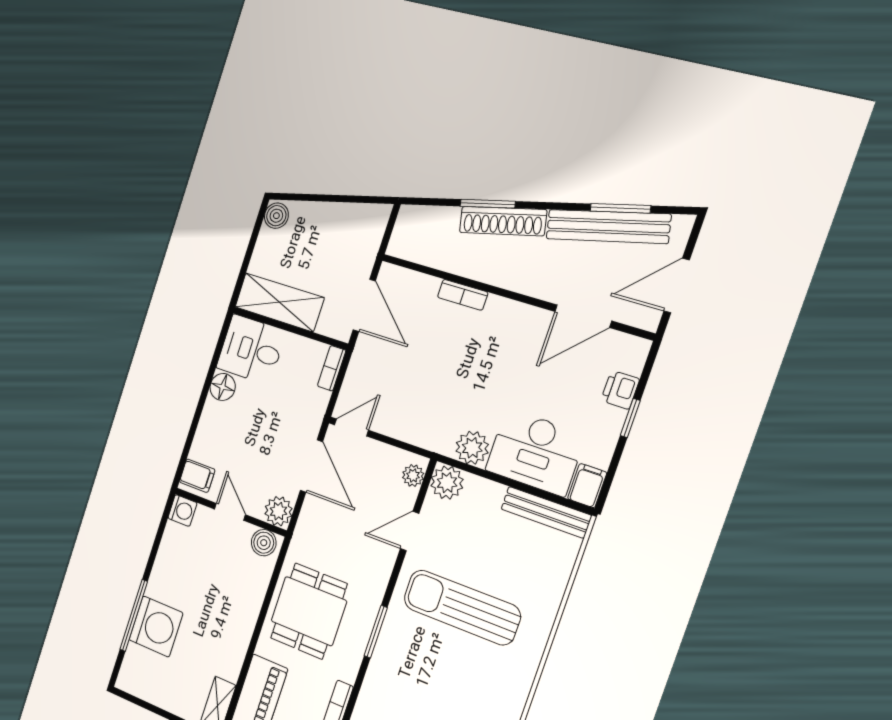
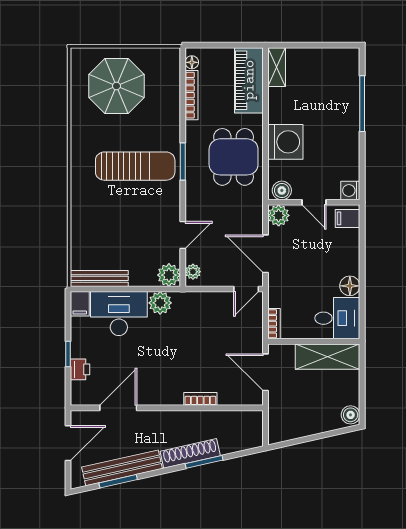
sun lounger: (462, 607) -> (135, 166), moved
washing machine: (156, 626) -> (285, 142), moved, turned 180

